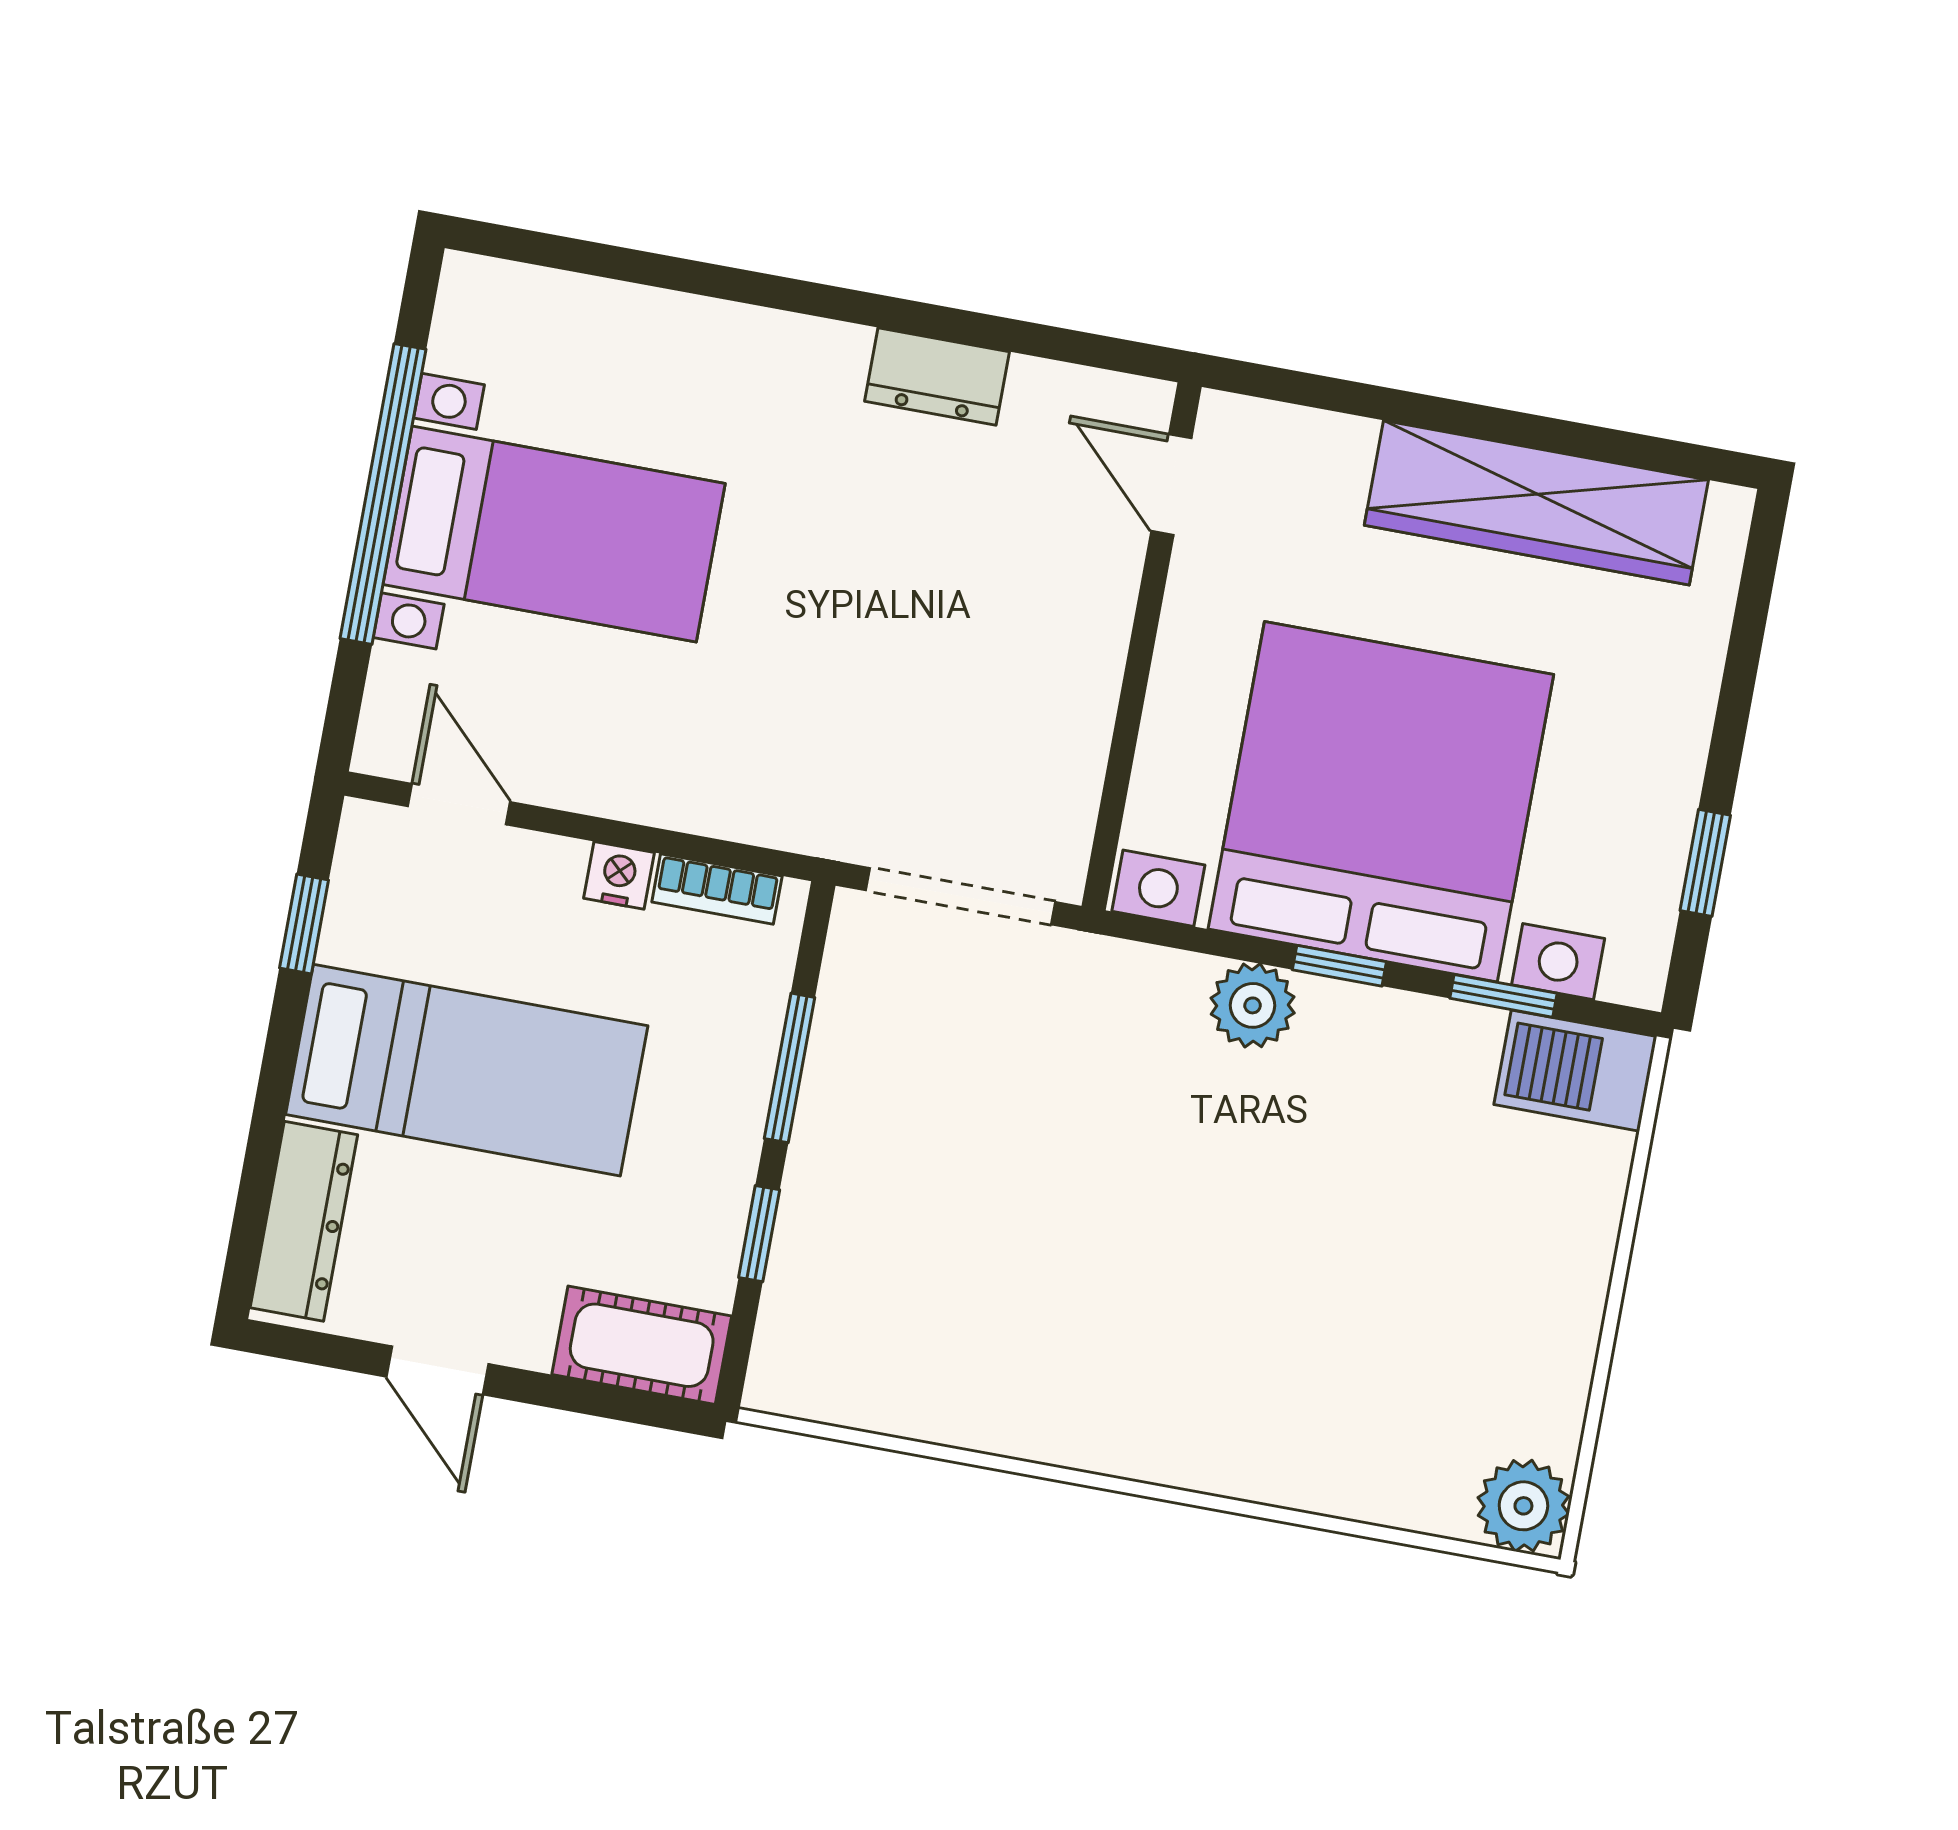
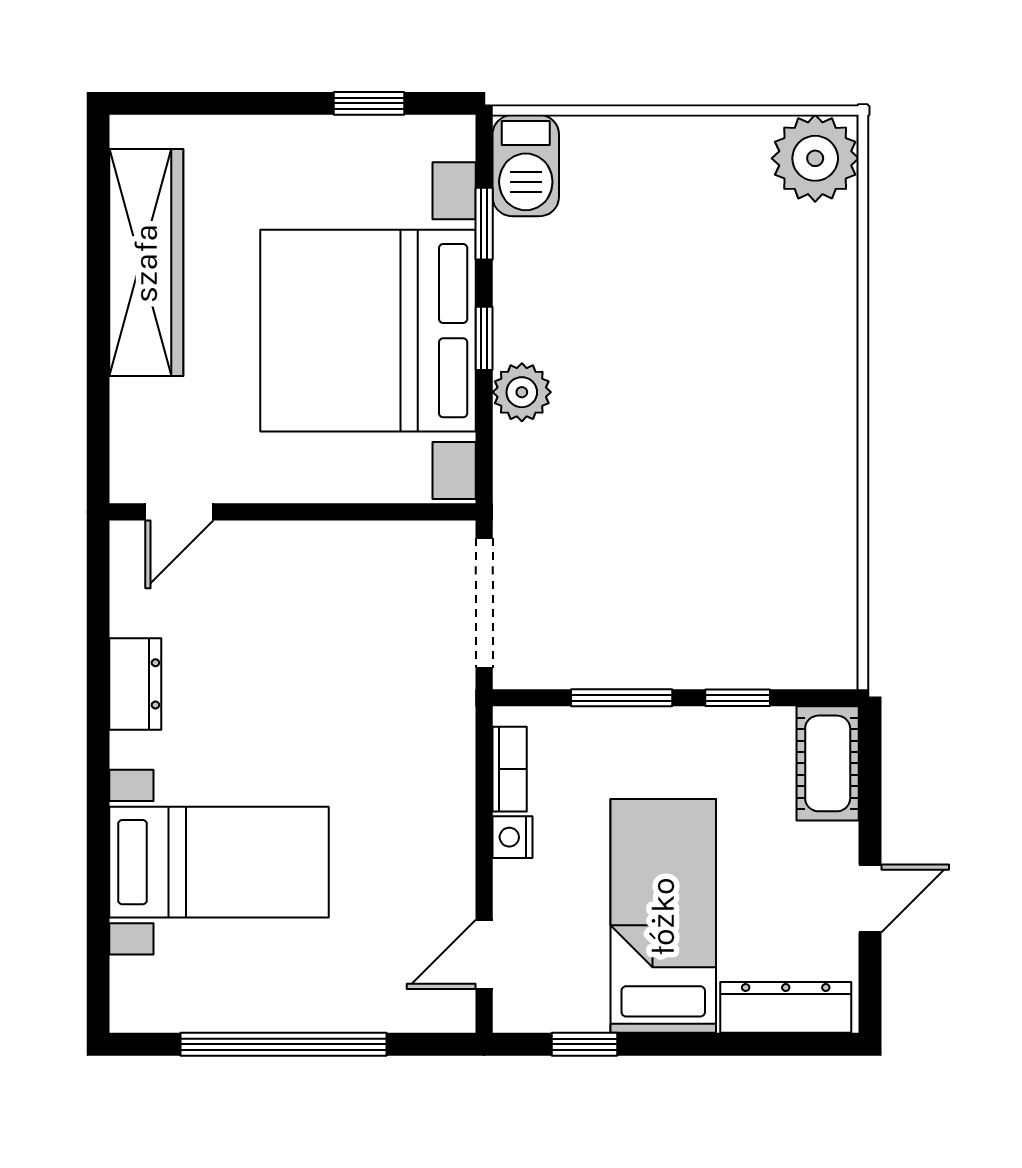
bed with nightstands: (554, 534) -> (219, 862), moved, turned 90
plant: (1523, 1506) -> (815, 158), width x1.36, depth x1.36

